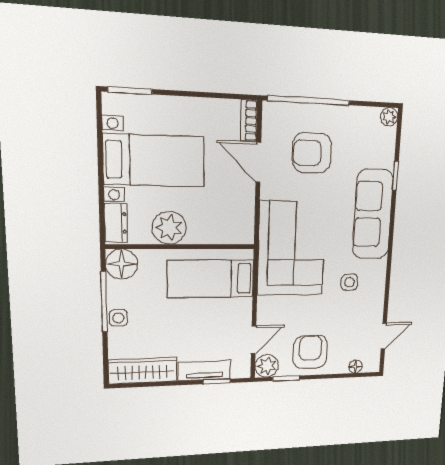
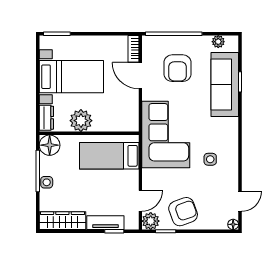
plant: (389, 117) -> (218, 42), moved
armchair: (312, 153) -> (178, 68), turned -90
sofa: (373, 214) -> (225, 85), moved
armchair: (310, 352) -> (183, 212), turned 70
floor lamp: (356, 367) -> (233, 224), moved

